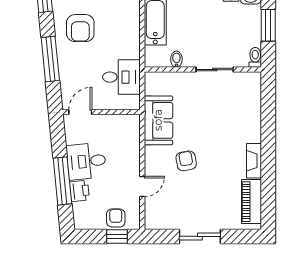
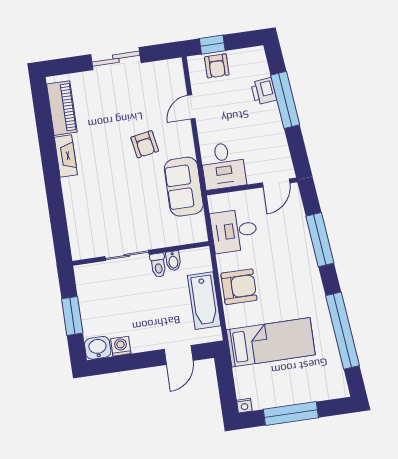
armchair: (80, 28) -> (239, 287), moved, turned 90
toilet: (255, 57) -> (158, 265), moved
desk: (86, 161) -> (223, 166), moved, turned 96

